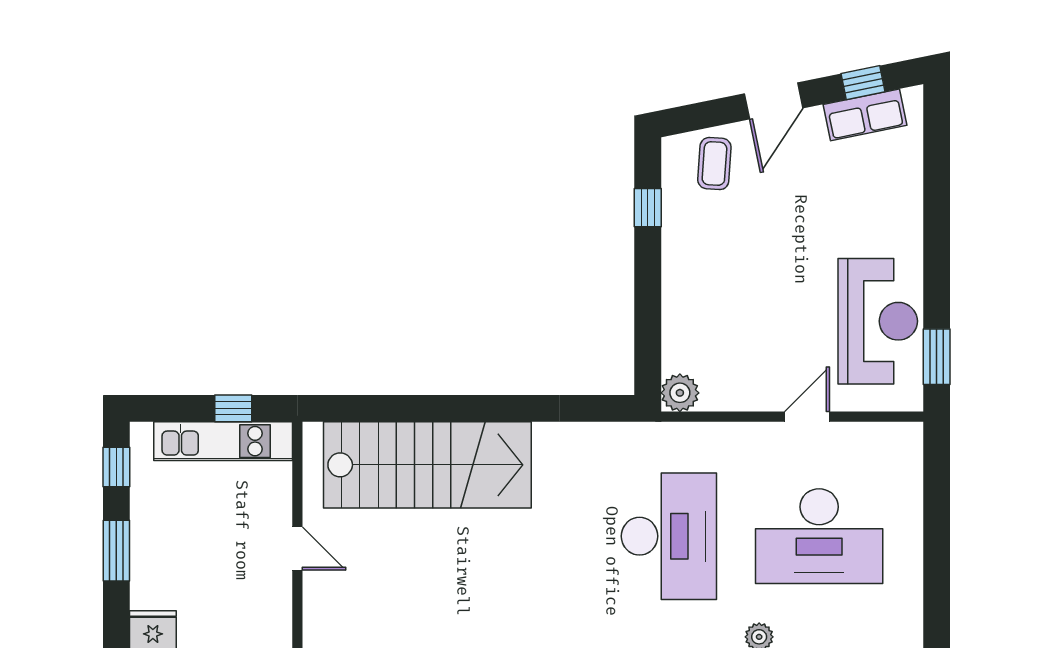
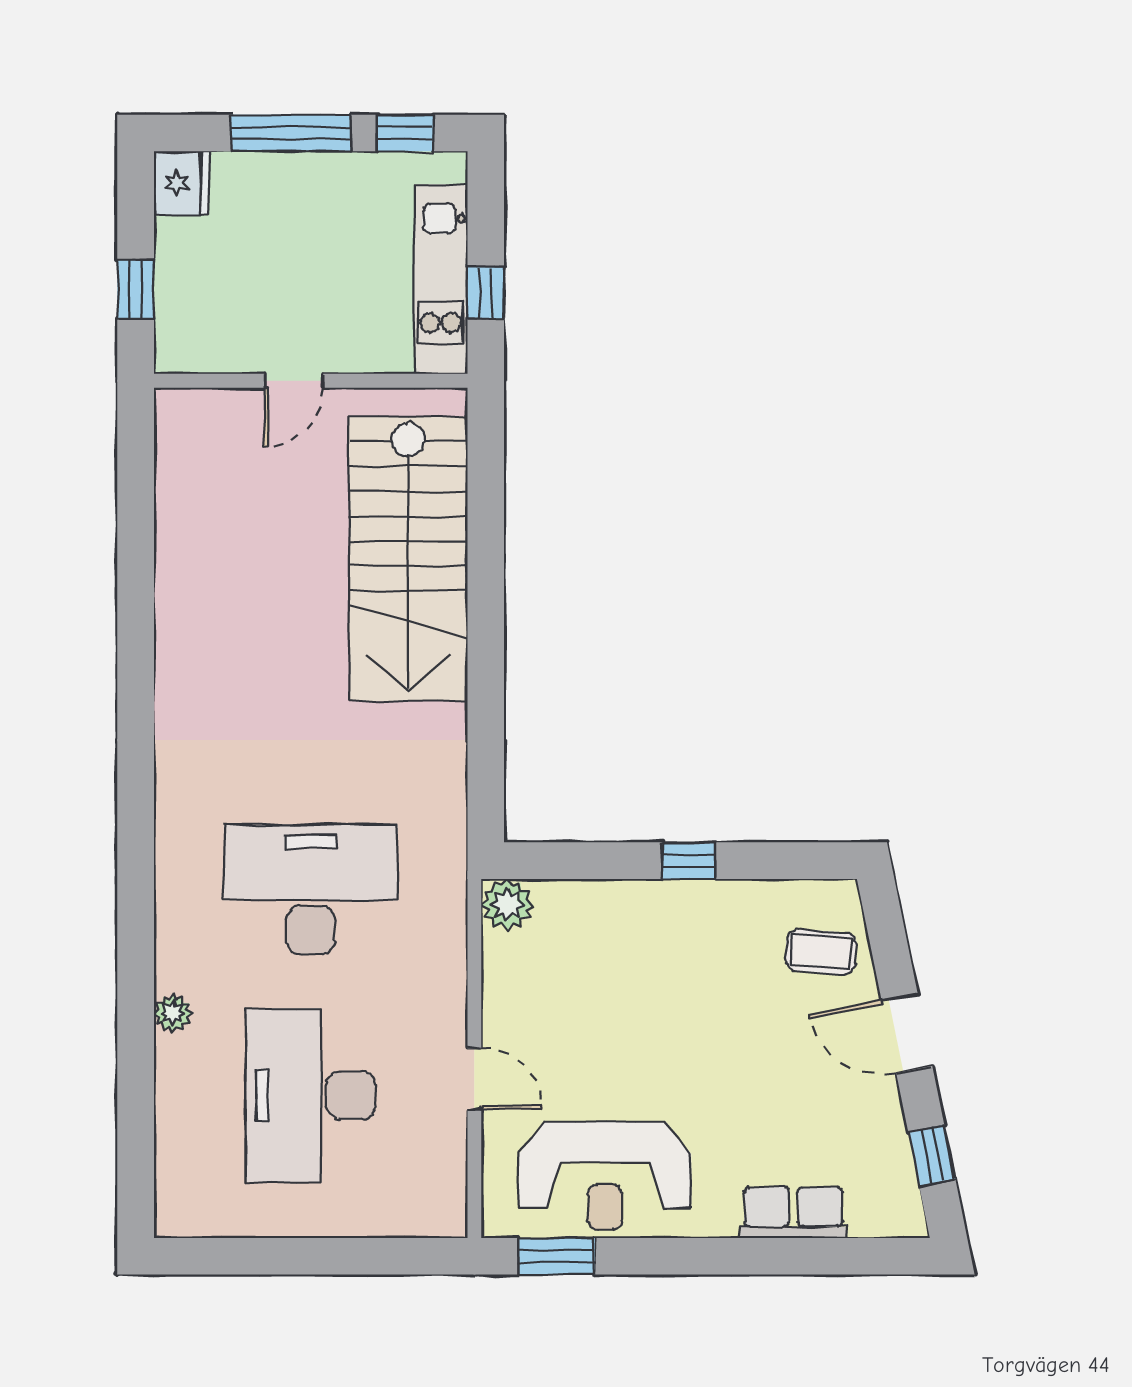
row of seats: (865, 115) -> (793, 1213), moved, turned 101
window: (648, 208) -> (689, 861), moved
desk: (669, 536) -> (311, 890), turned 180
window: (116, 551) -> (291, 133), width x1.44

